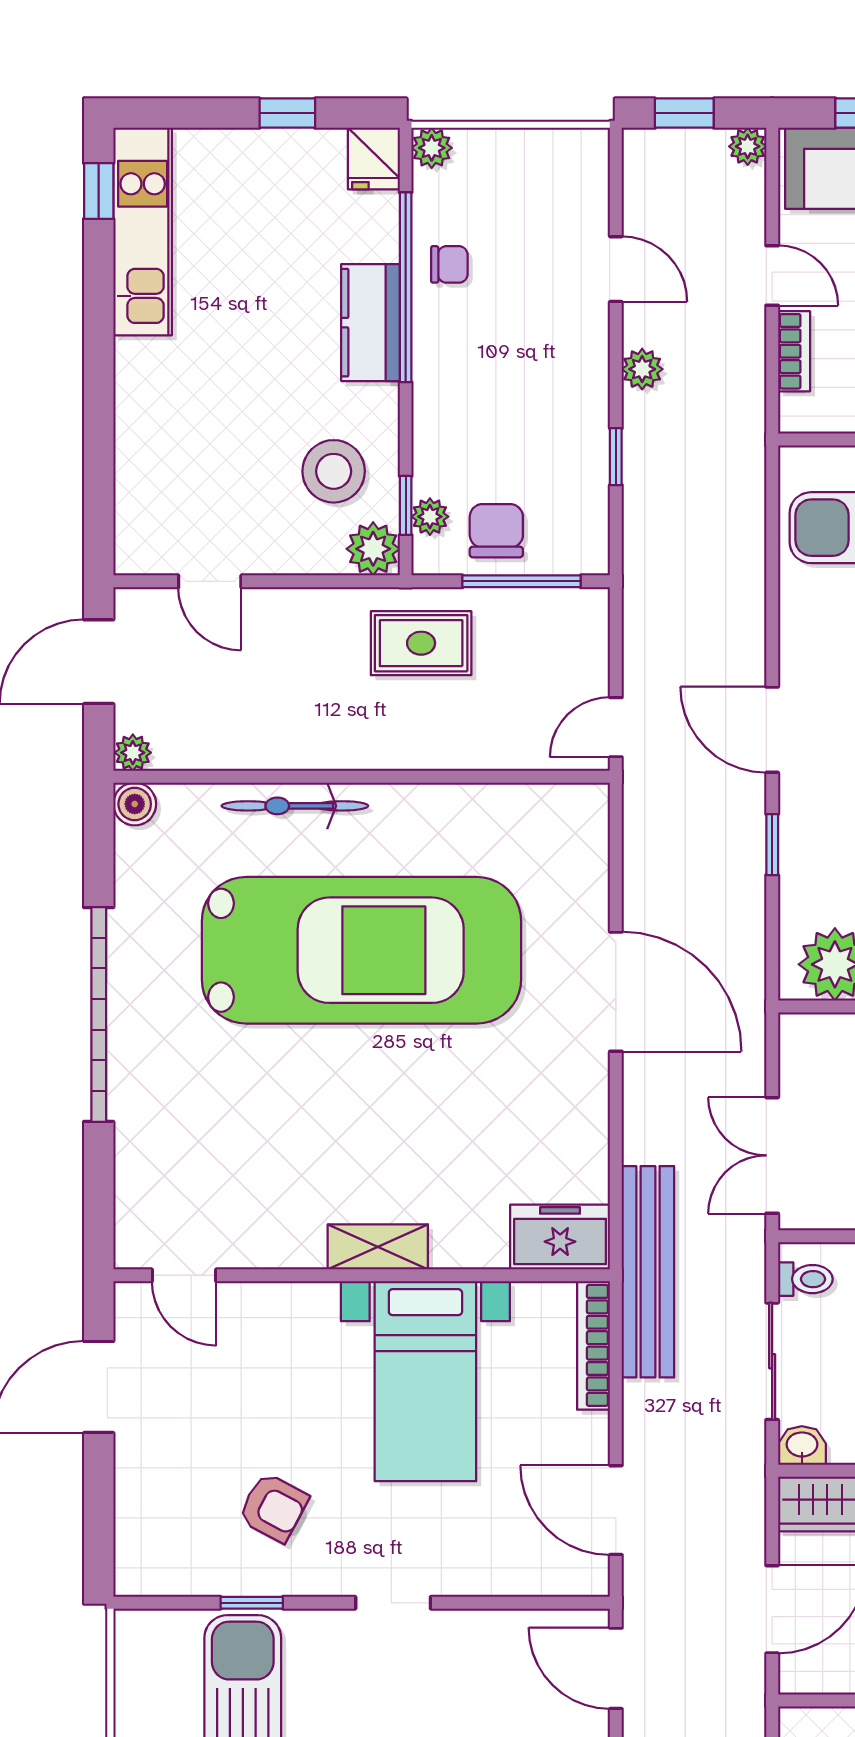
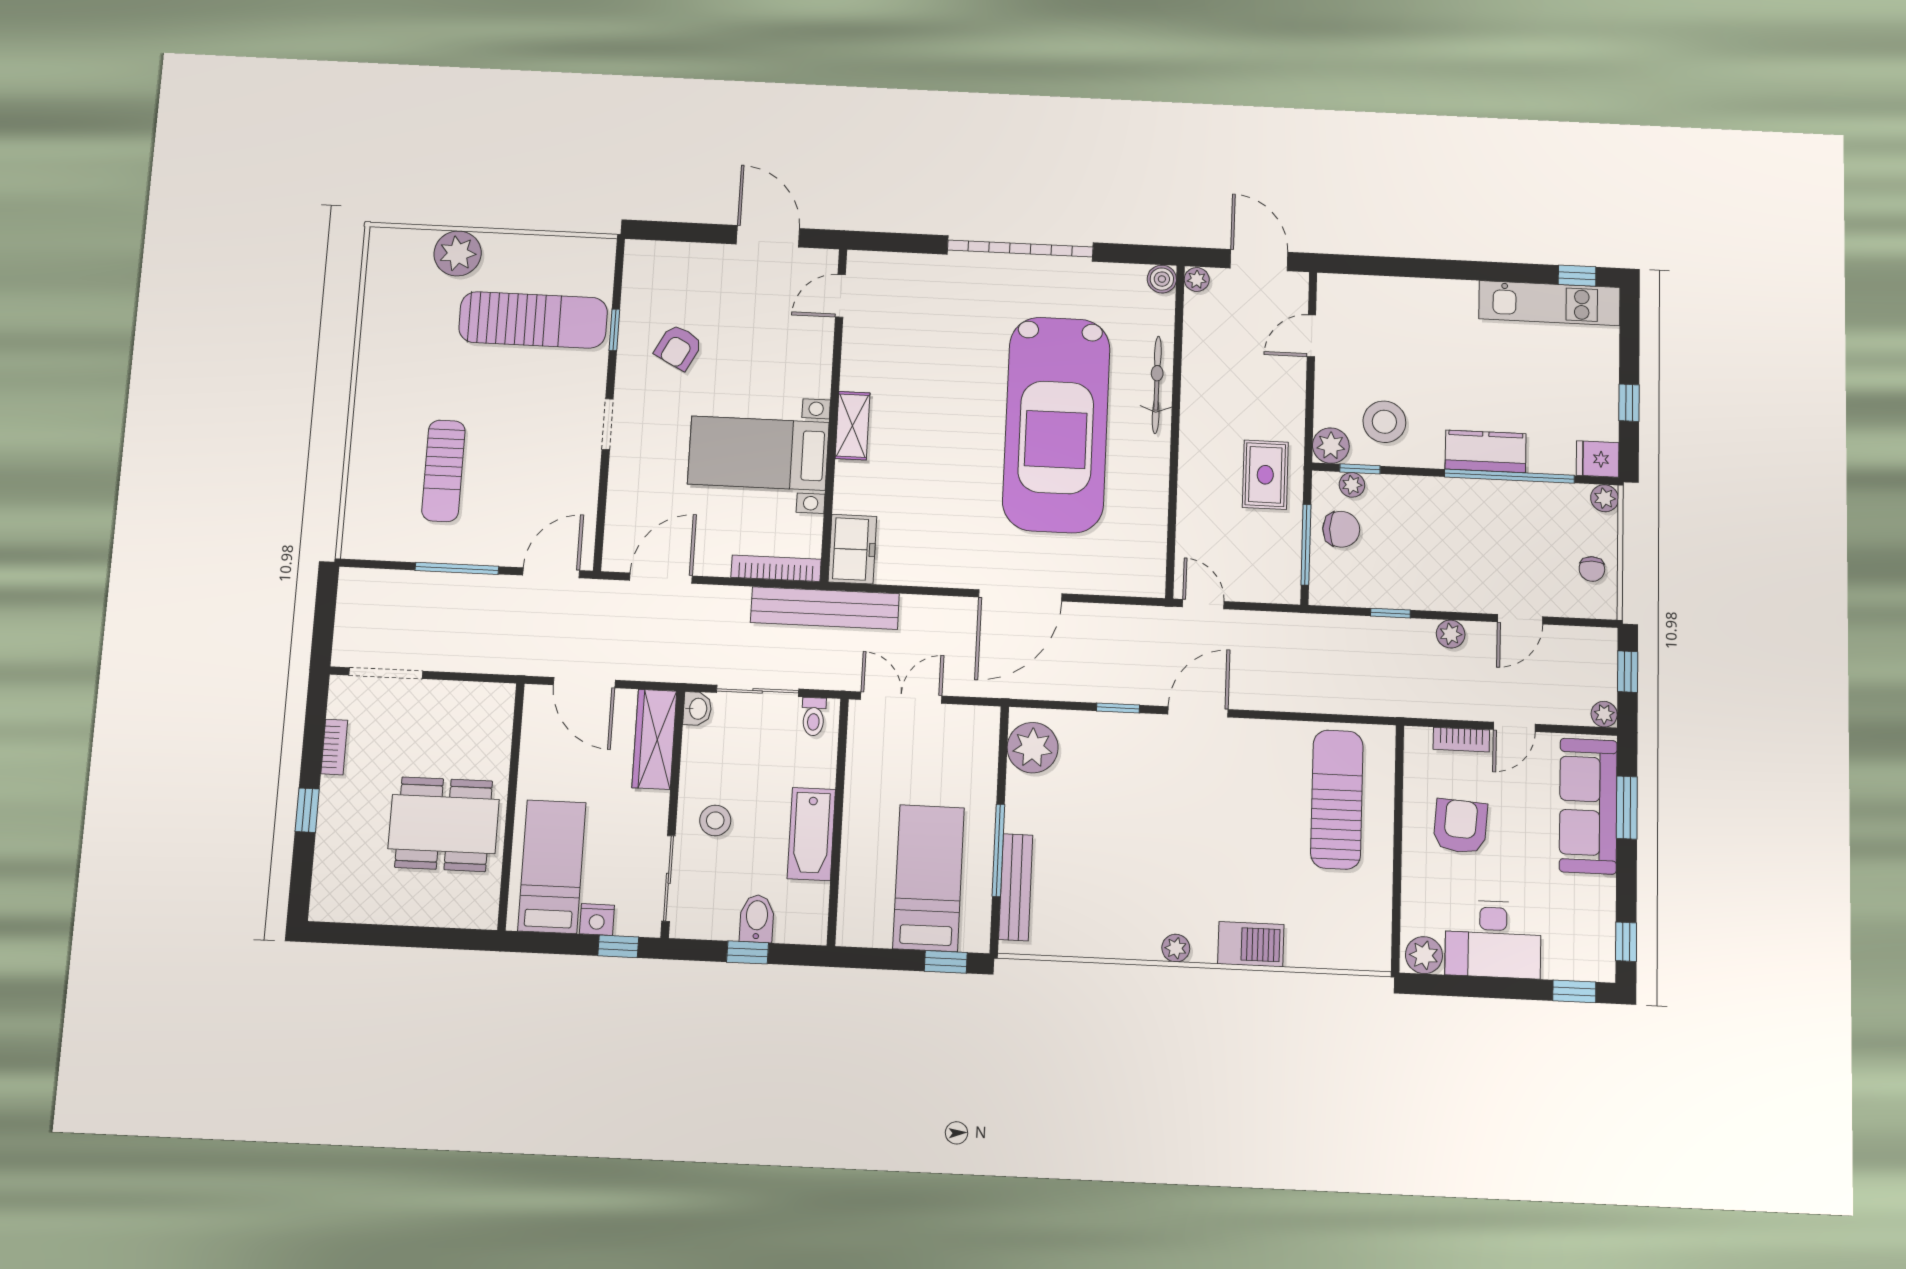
chair: (449, 264) -> (1592, 569), moved

